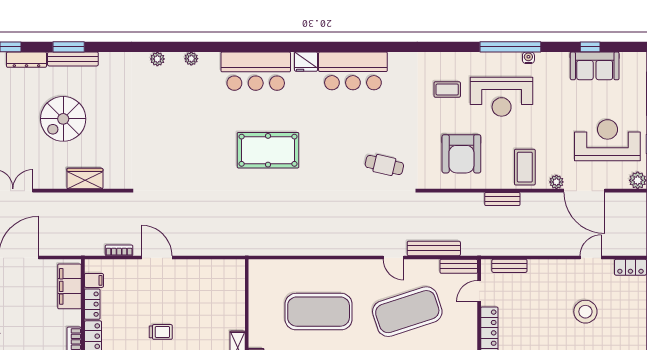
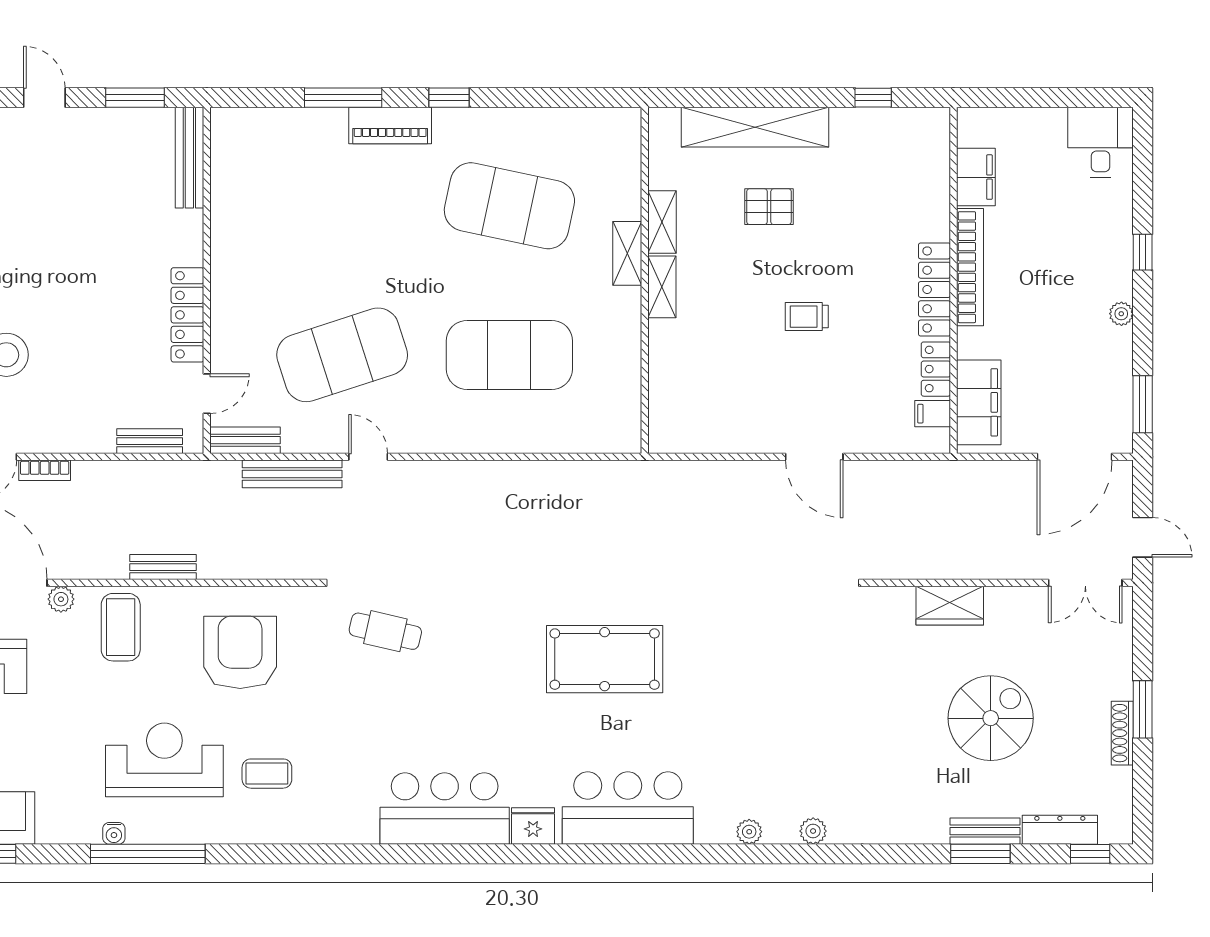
bench: (73, 59) -> (985, 831), width x0.73
bookcase: (119, 250) -> (45, 470), moved

